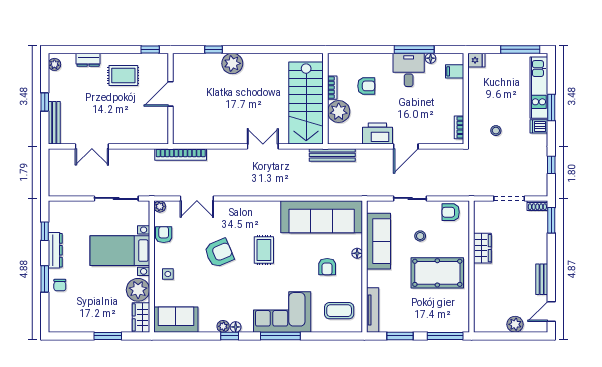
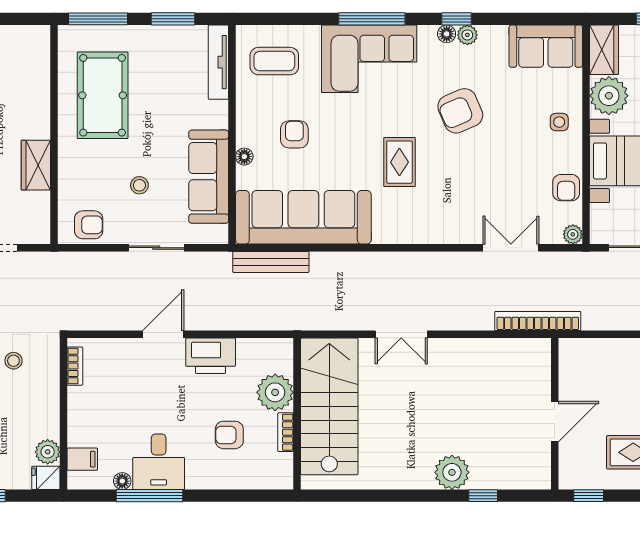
plant: (475, 76) -> (48, 452), added
bench: (332, 155) -> (271, 262), moved
armchair: (219, 253) -> (460, 111), moved
pool table: (437, 273) -> (103, 95), moved, turned 90

